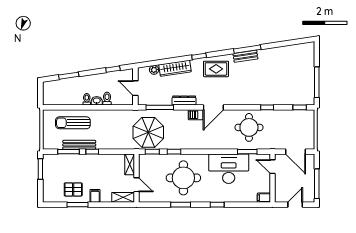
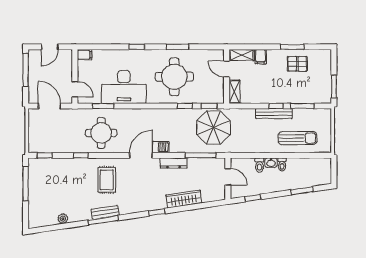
rug: (216, 69) -> (107, 180), moved, turned 90
plant: (154, 70) -> (63, 219), moved
bench: (79, 145) -> (274, 114), moved
filing cabinet: (95, 196) -> (261, 57), moved

